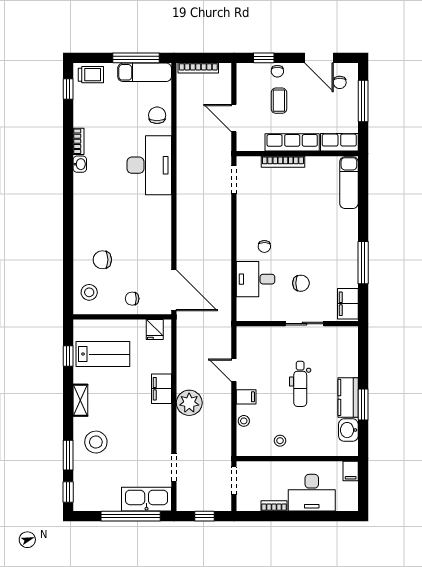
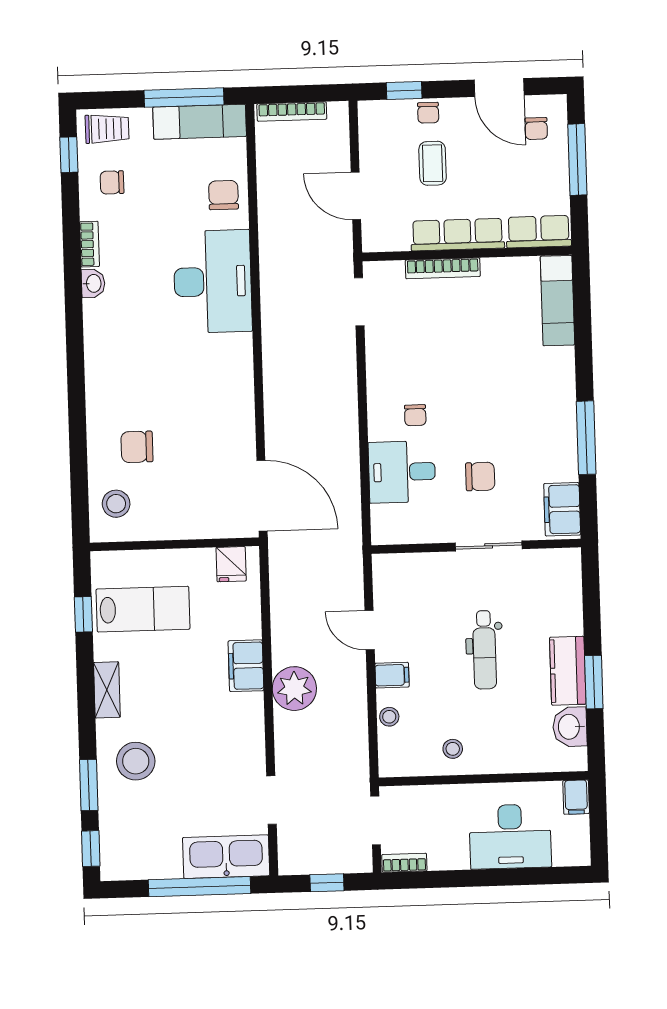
chair: (132, 299) -> (112, 182), moved
bookcase: (274, 506) -> (404, 863), moved

